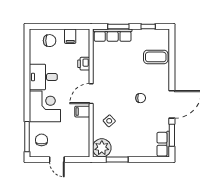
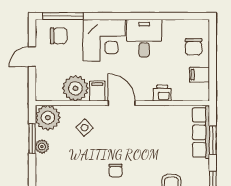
plant: (80, 128) -> (75, 88), added
plant: (123, 152) -> (42, 147), added

